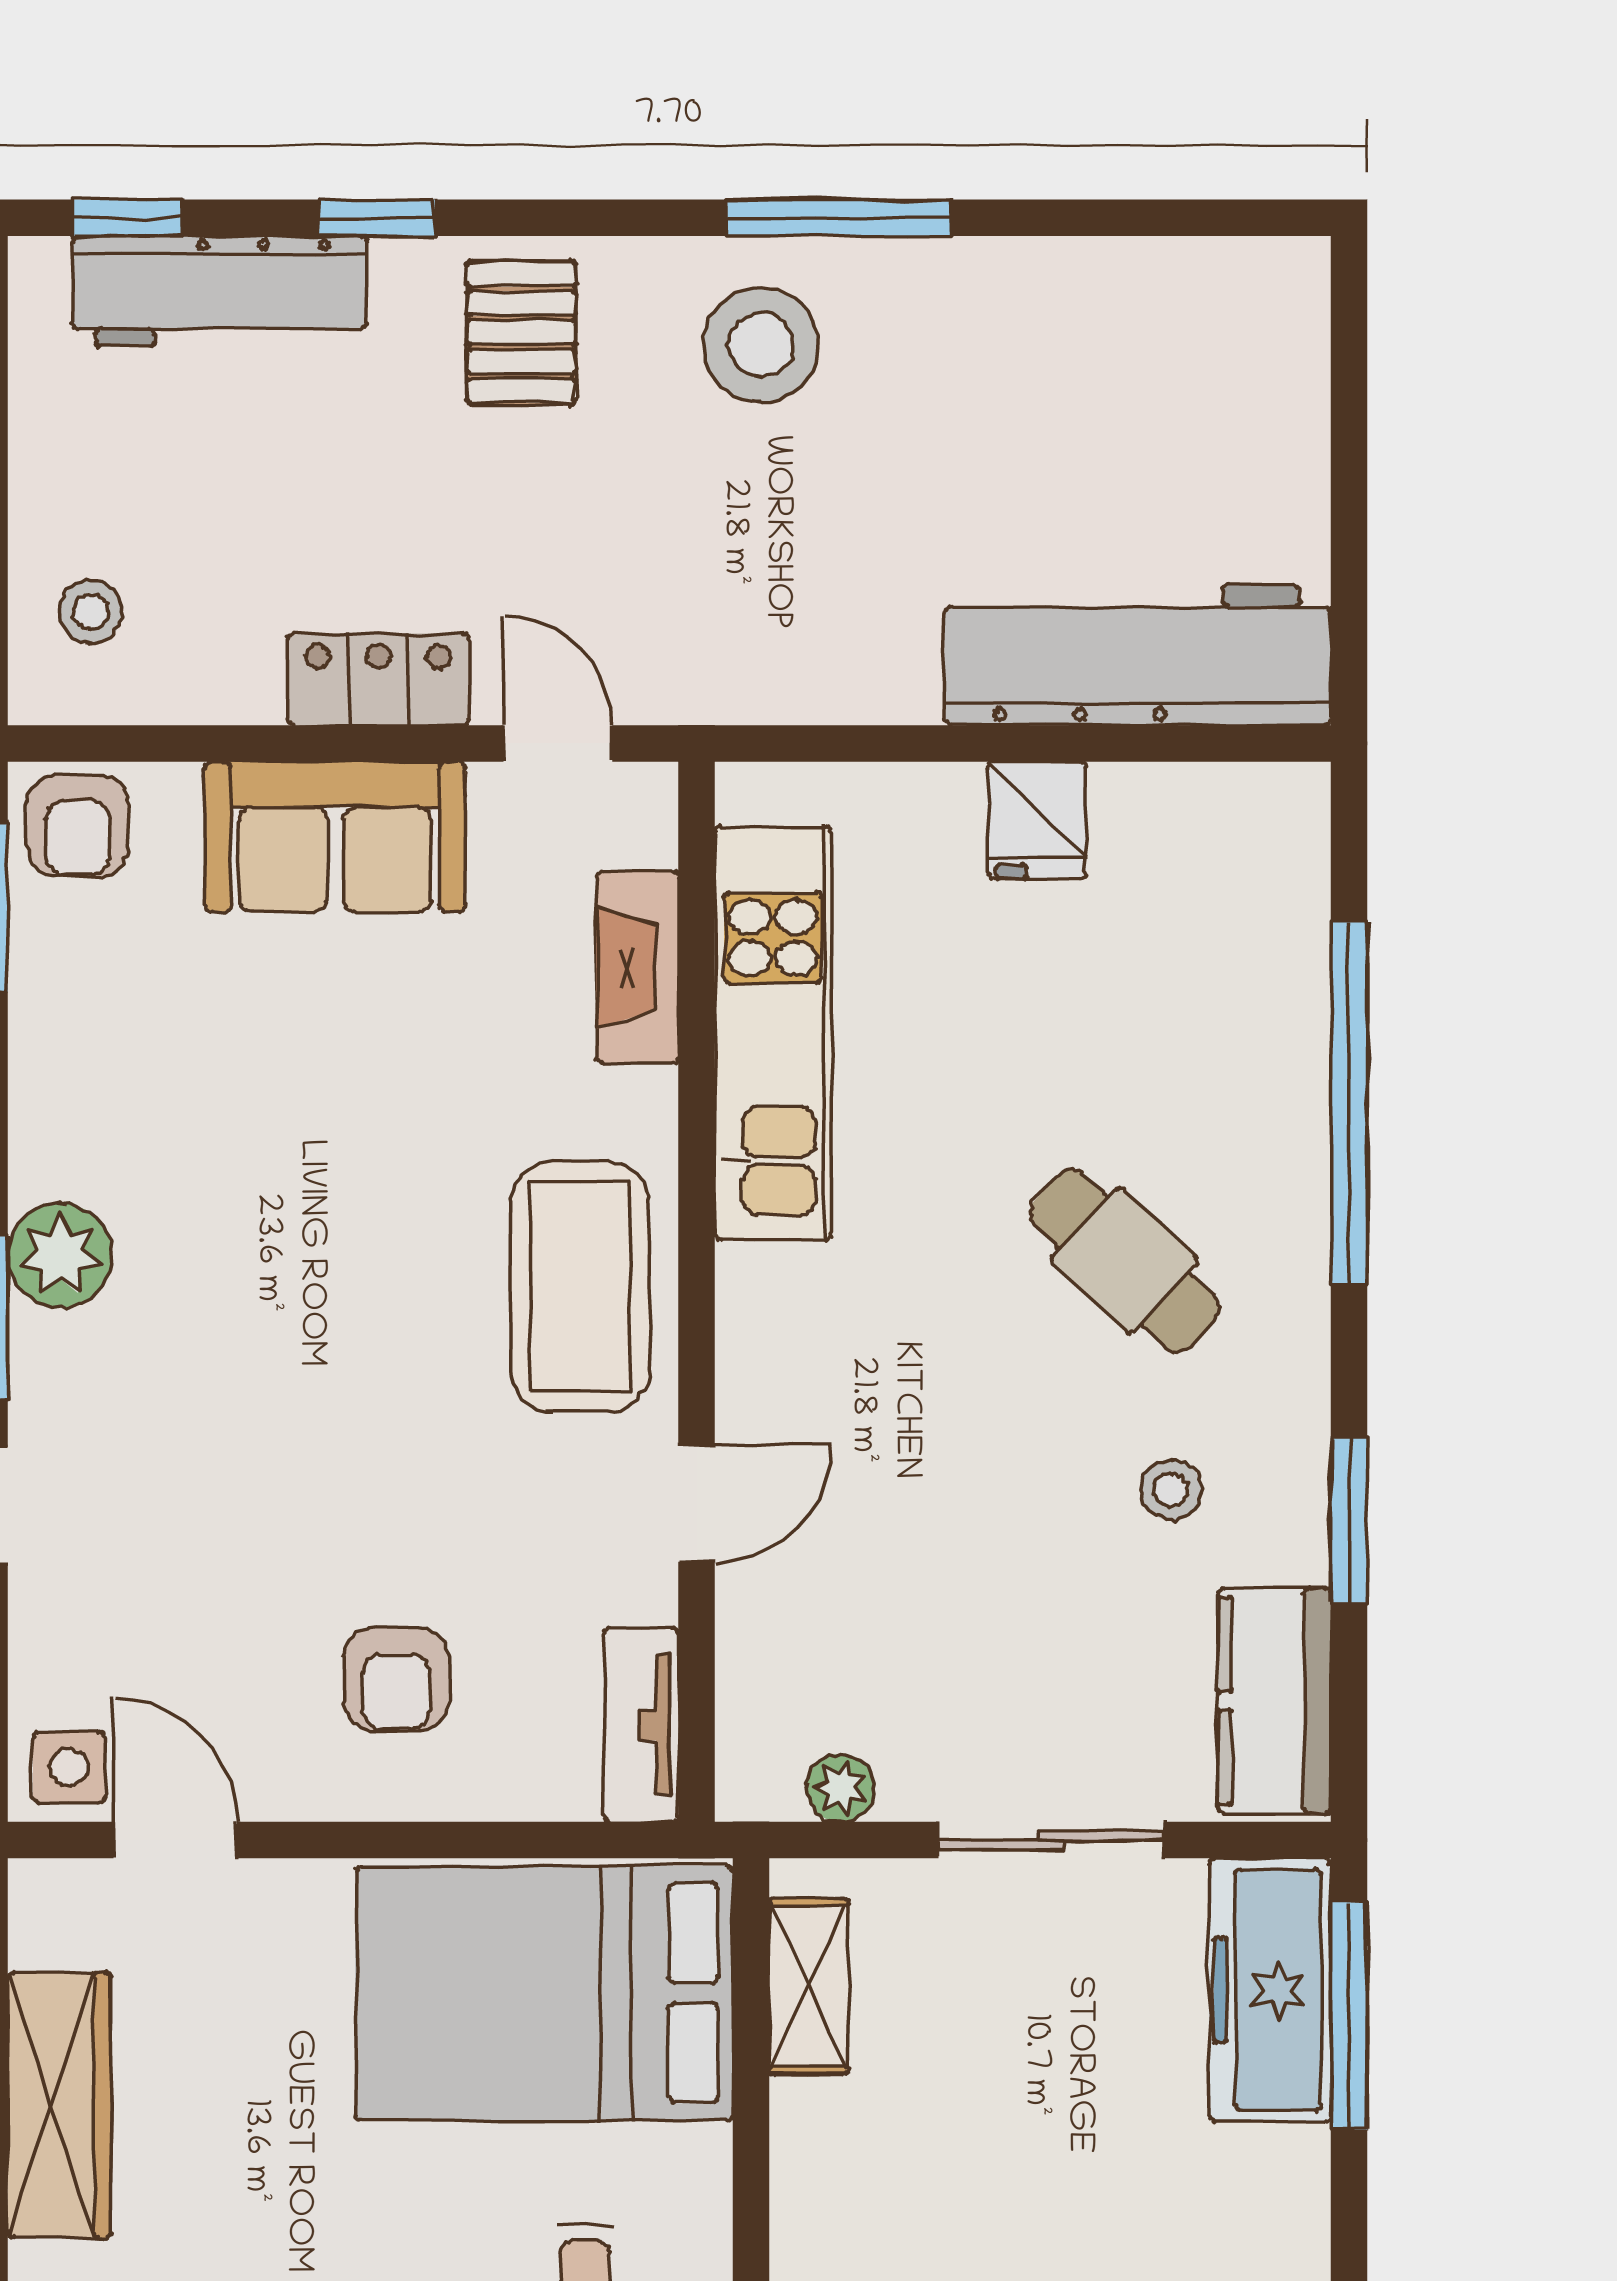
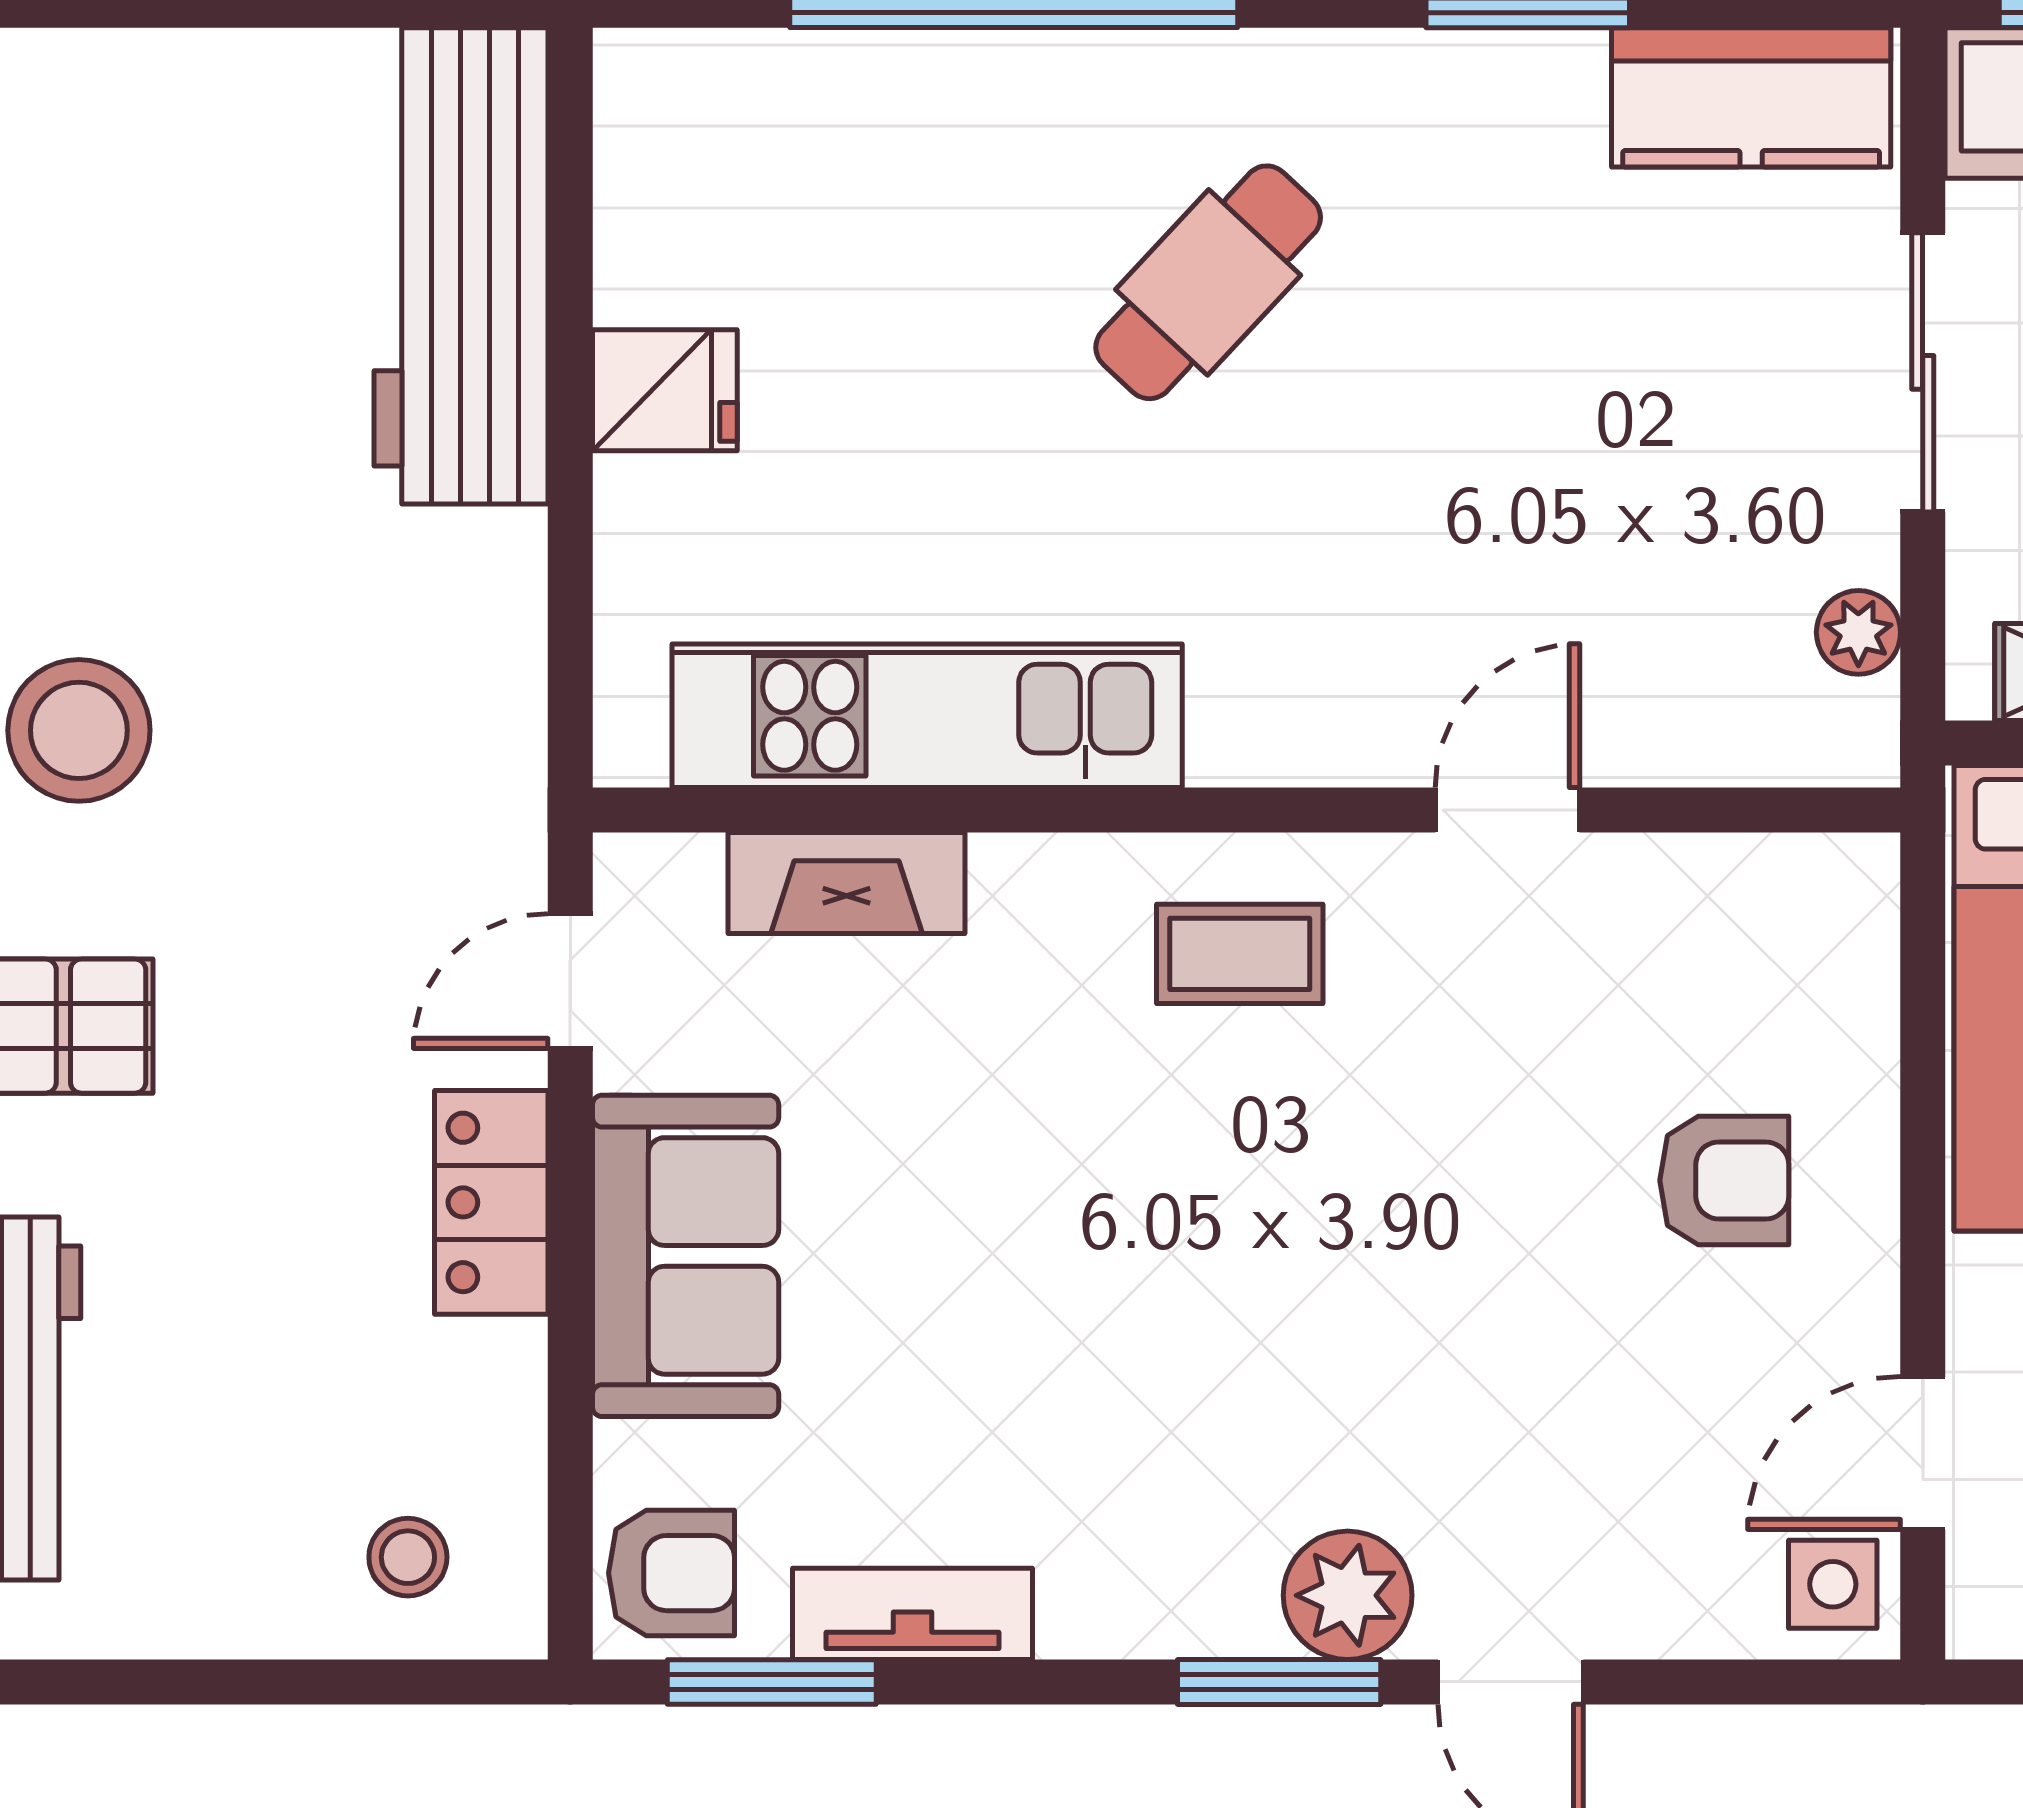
plant: (60, 1255) -> (1348, 1595), moved
coffee table: (580, 1286) -> (1240, 954), width x0.54, depth x0.58
stool: (1171, 1490) -> (1491, 225), removed
door: (697, 1503) -> (1507, 810), hinge flipped
tv unit: (641, 1725) -> (913, 1614), moved, turned 180

